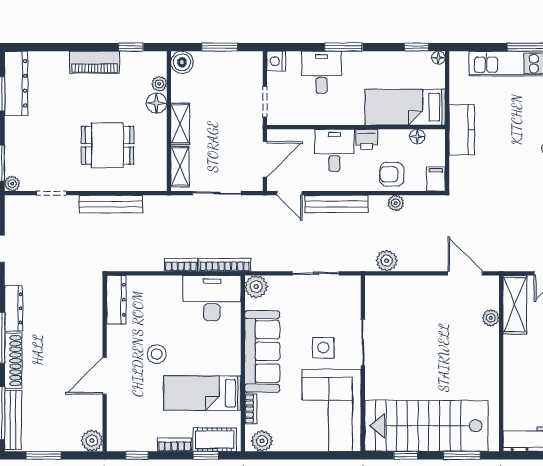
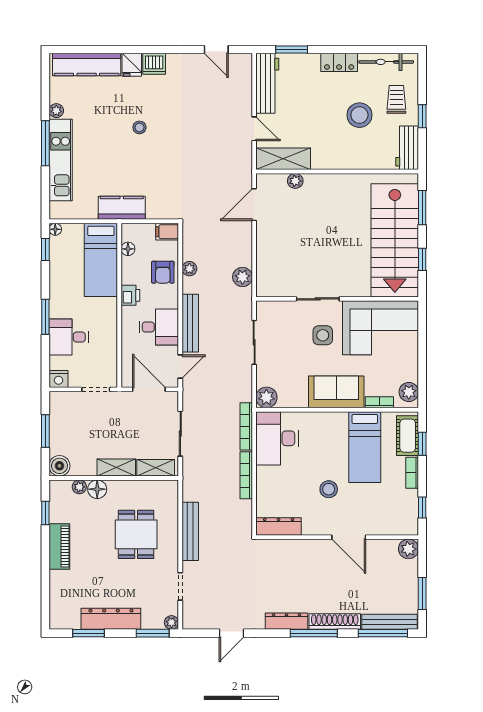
dresser: (16, 83) -> (111, 619), moved
desk: (335, 150) -> (159, 327), moved, turned 180
bookcase: (181, 265) -> (246, 475), width x1.56
sofa: (262, 351) -> (336, 392), width x0.73

